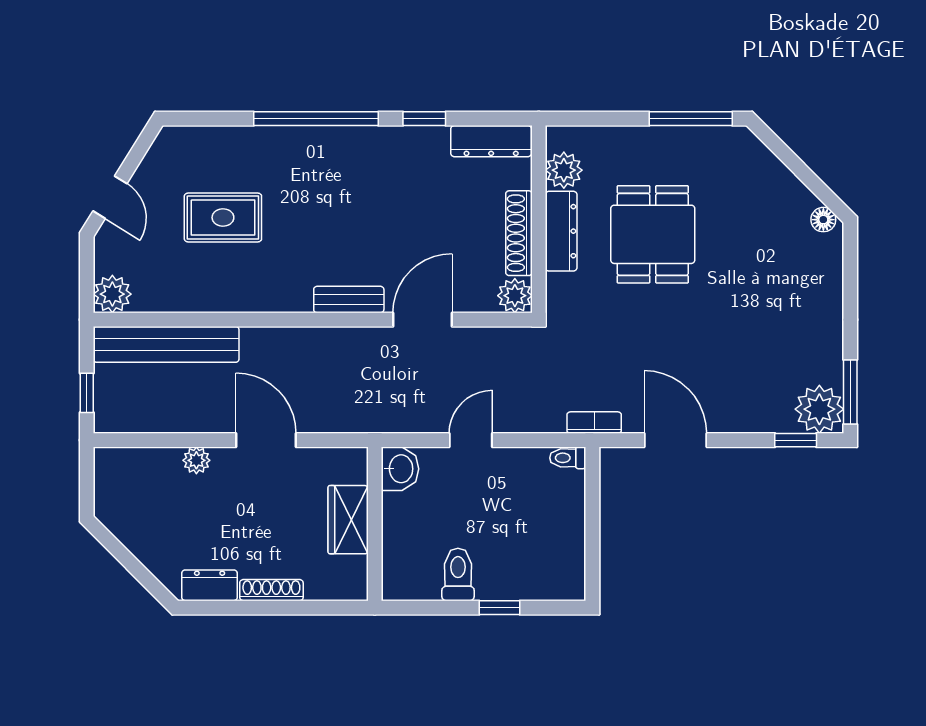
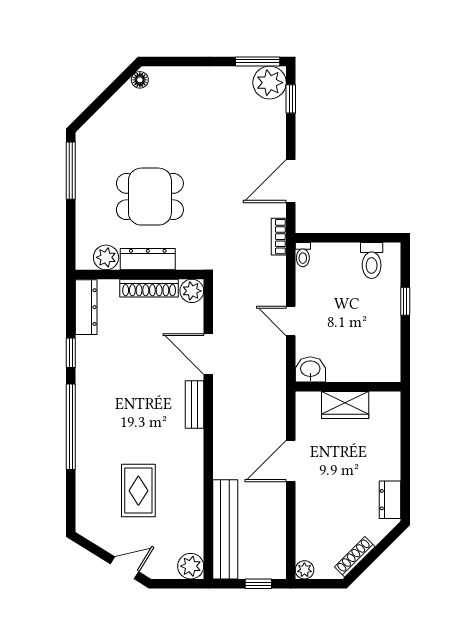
plant: (196, 460) -> (304, 570), moved
toilet: (458, 574) -> (372, 260), moved, turned -90
shoe rack: (271, 590) -> (355, 557), moved, turned 45

